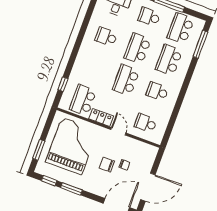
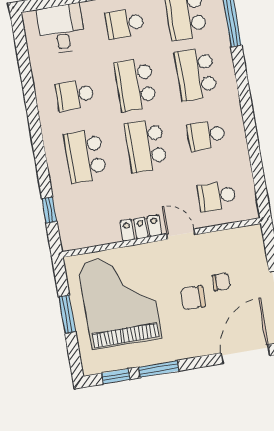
school desk: (83, 100) -> (85, 156), moved
window: (39, 150) -> (67, 314), moved

